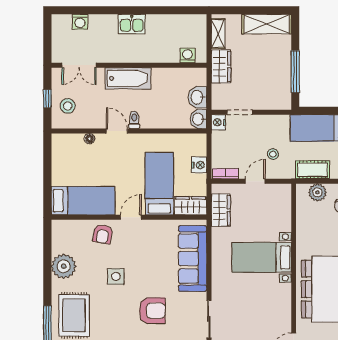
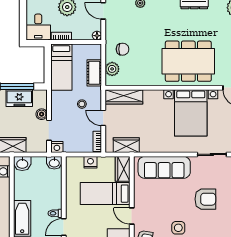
freezer: (280, 75) -> (19, 98), added
washbasin: (197, 97) -> (22, 164), moved
boiler: (260, 103) -> (42, 114), added
wardrobe: (282, 207) -> (124, 97), added
bed with nightstands: (262, 257) -> (191, 113), moved, width x1.36
armchair: (152, 311) -> (205, 199), turned 90

